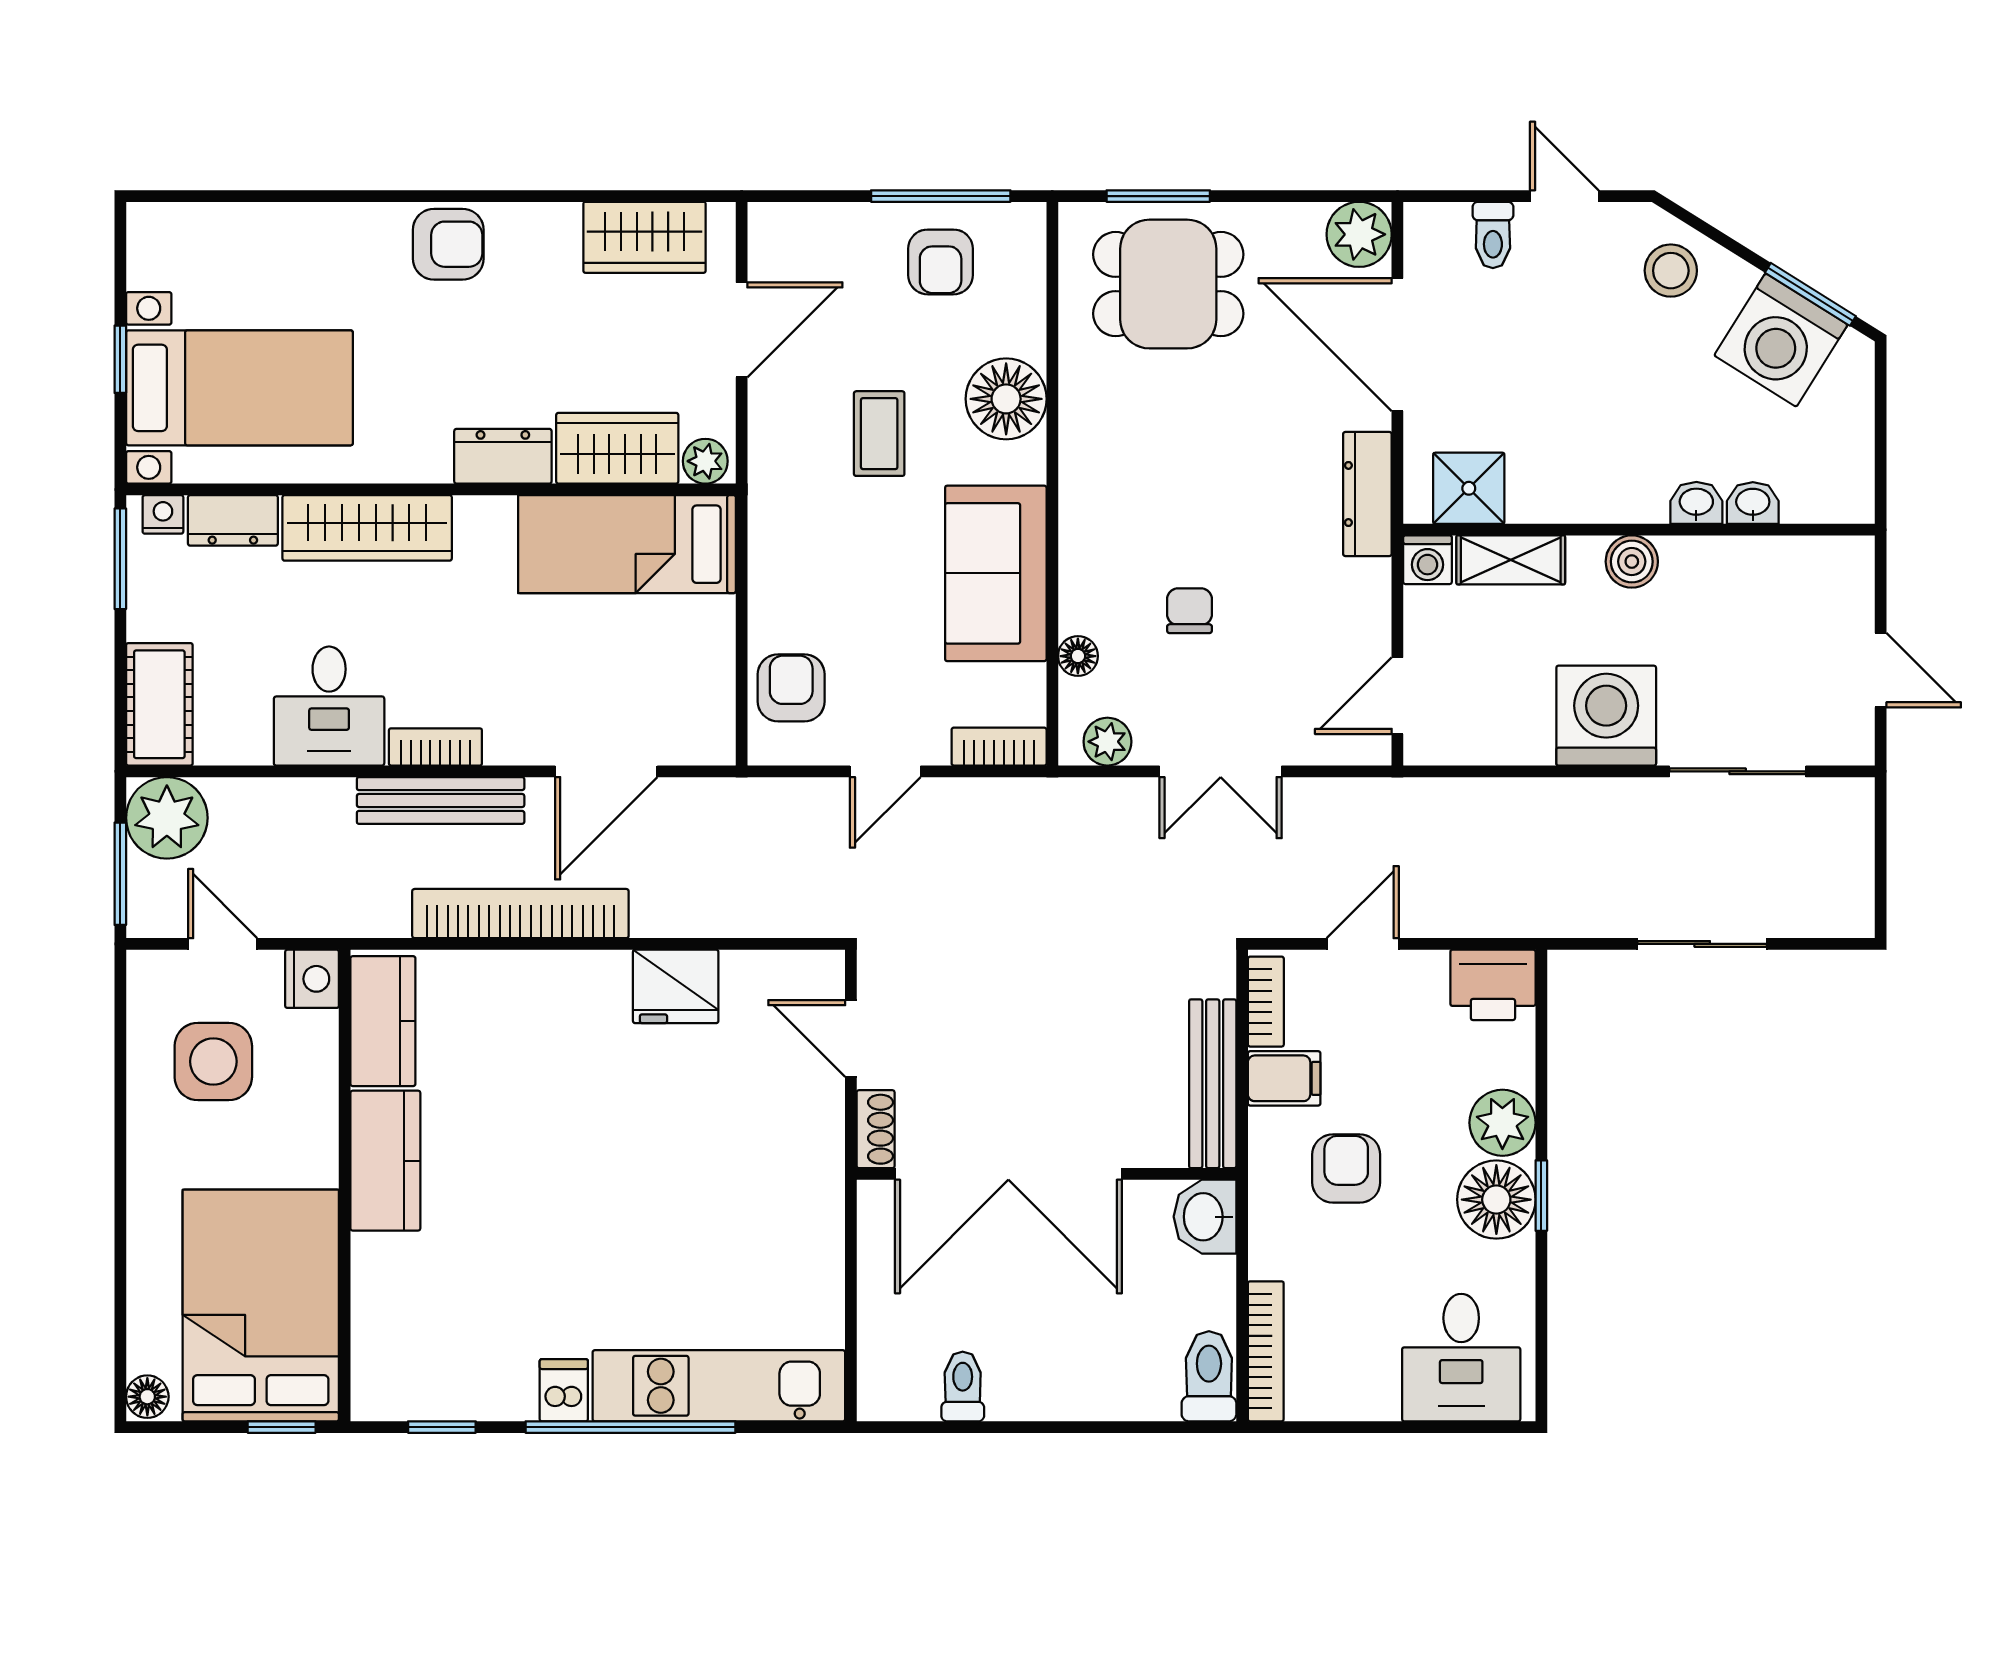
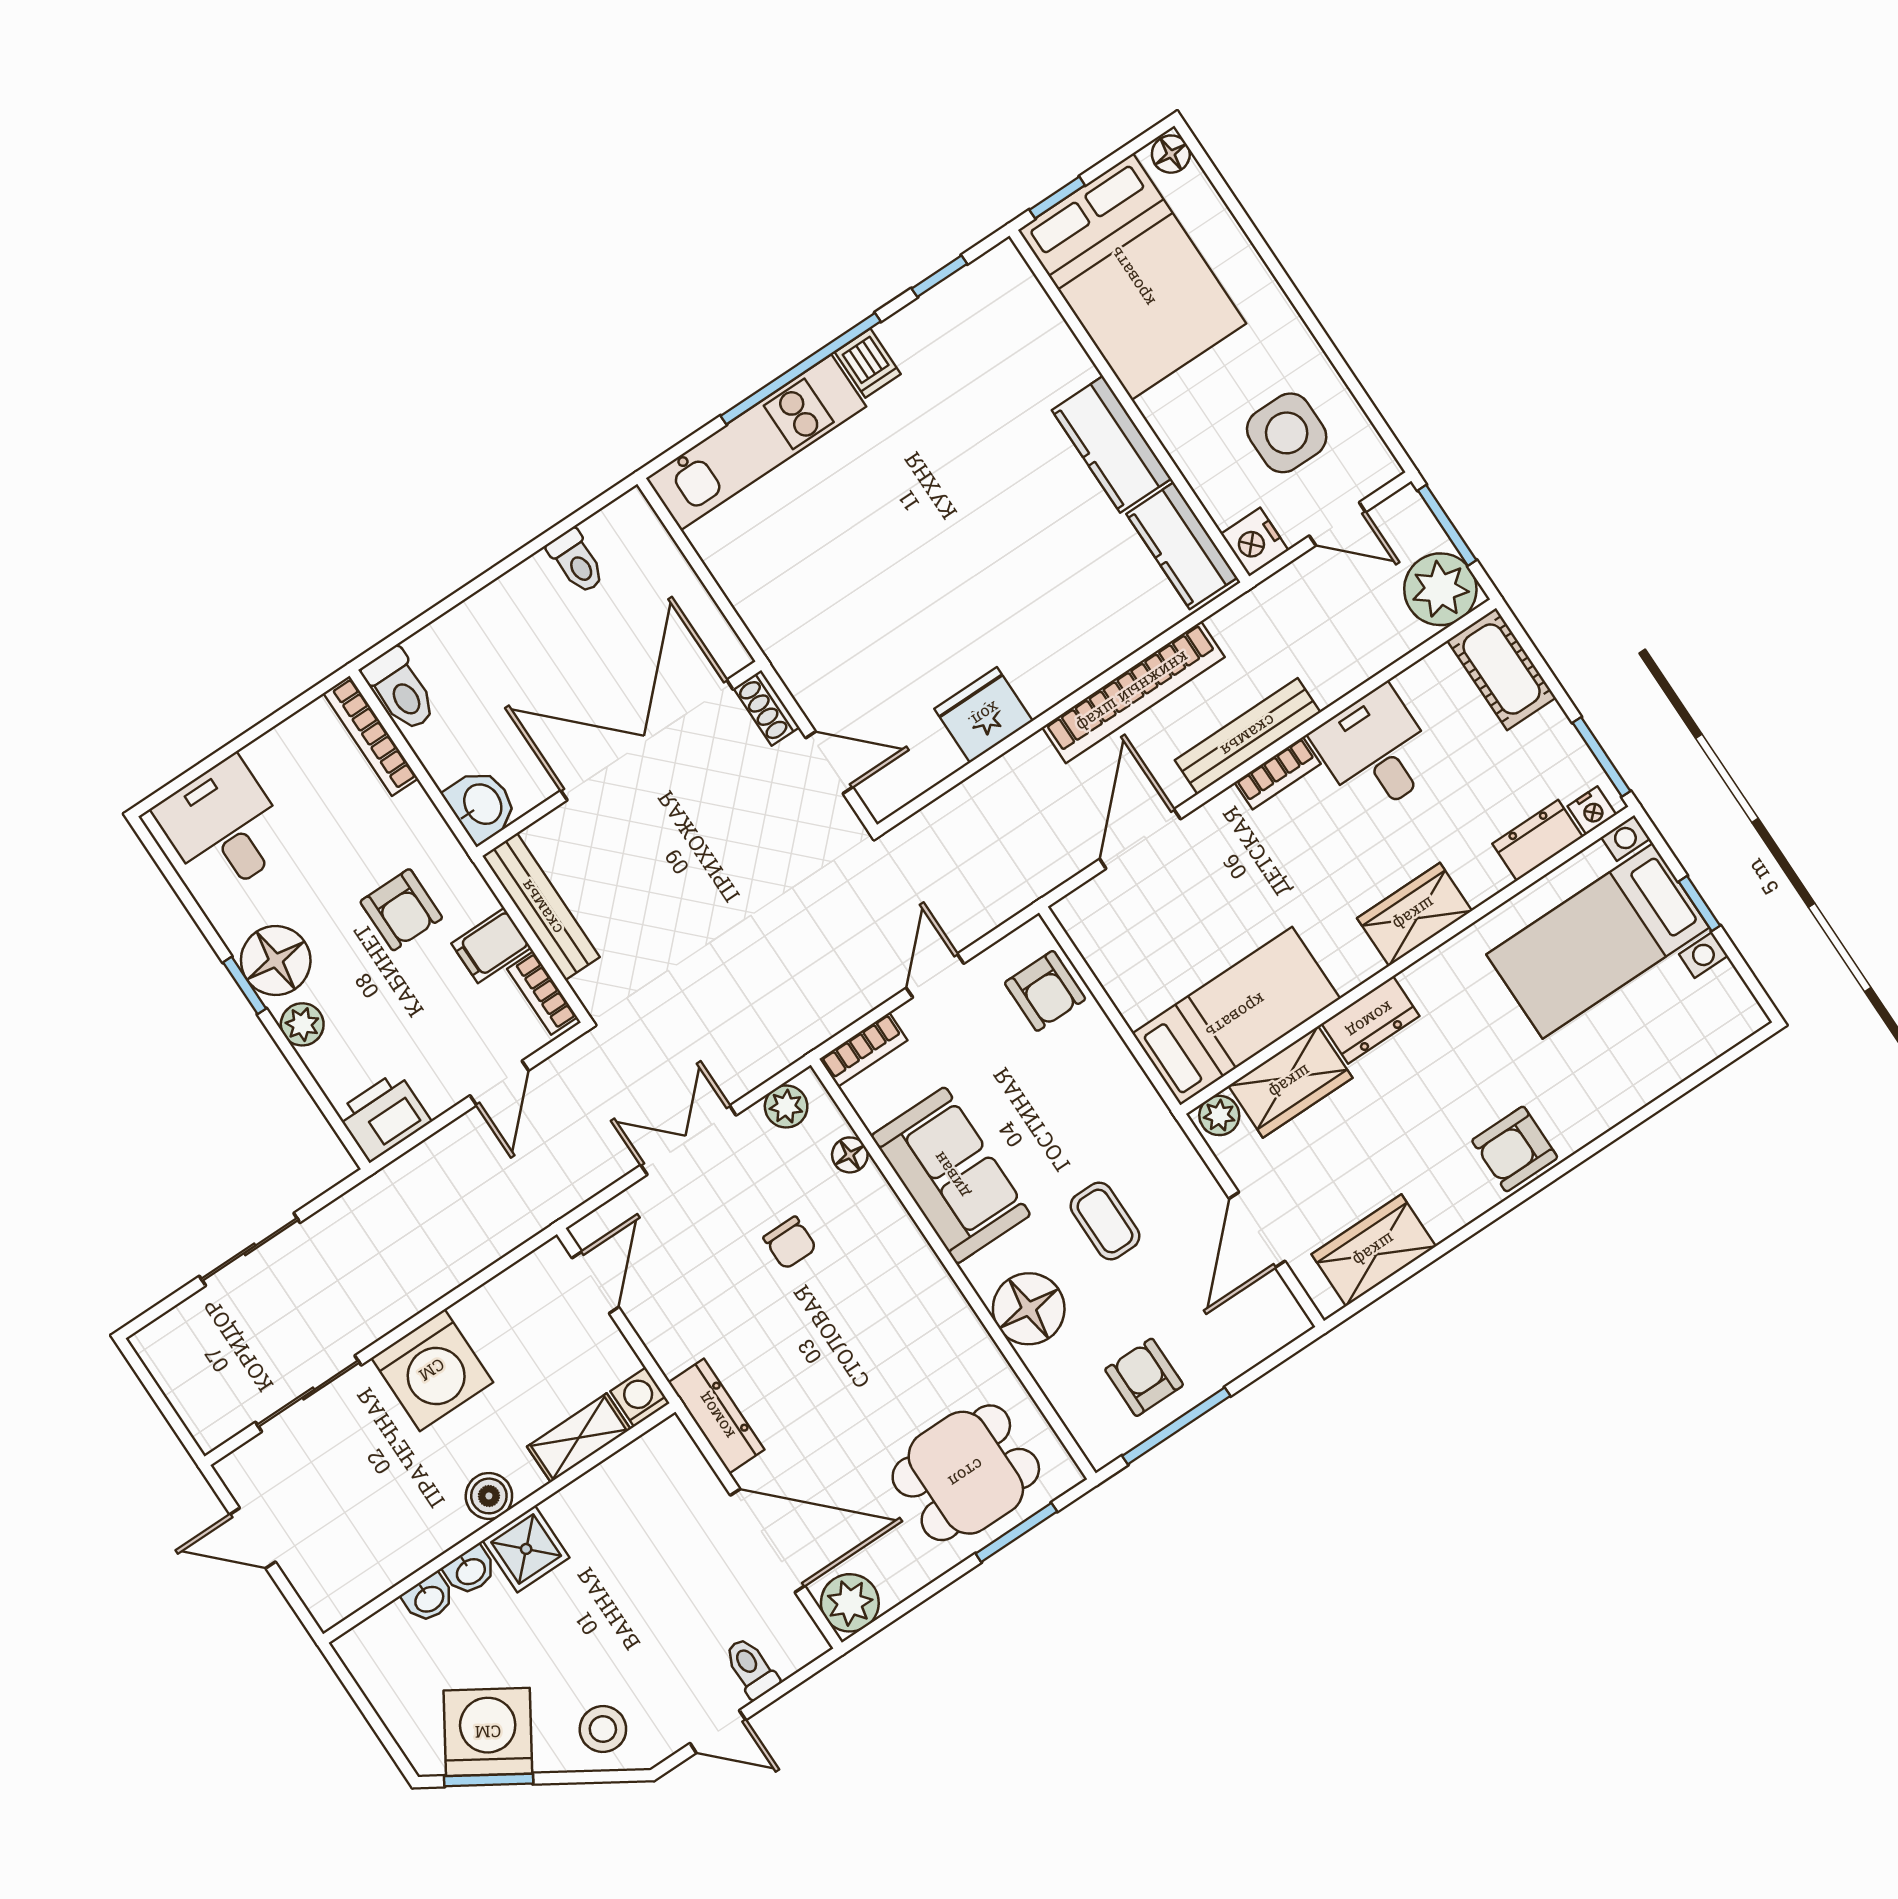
shower: (1469, 488) -> (526, 1549), moved
wardrobe: (367, 528) -> (1414, 914), width x0.67
plant: (1502, 1123) -> (302, 1024), width x0.73, depth x0.73

